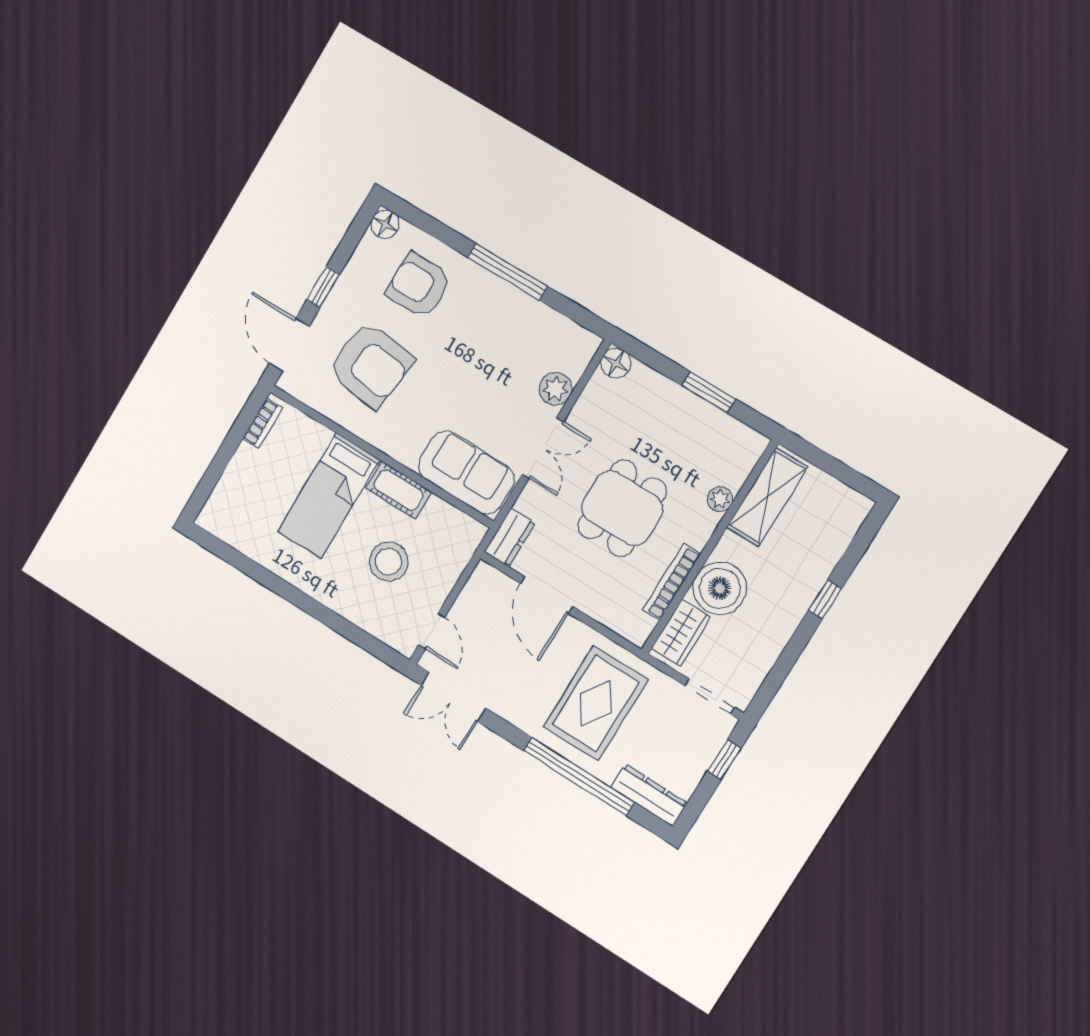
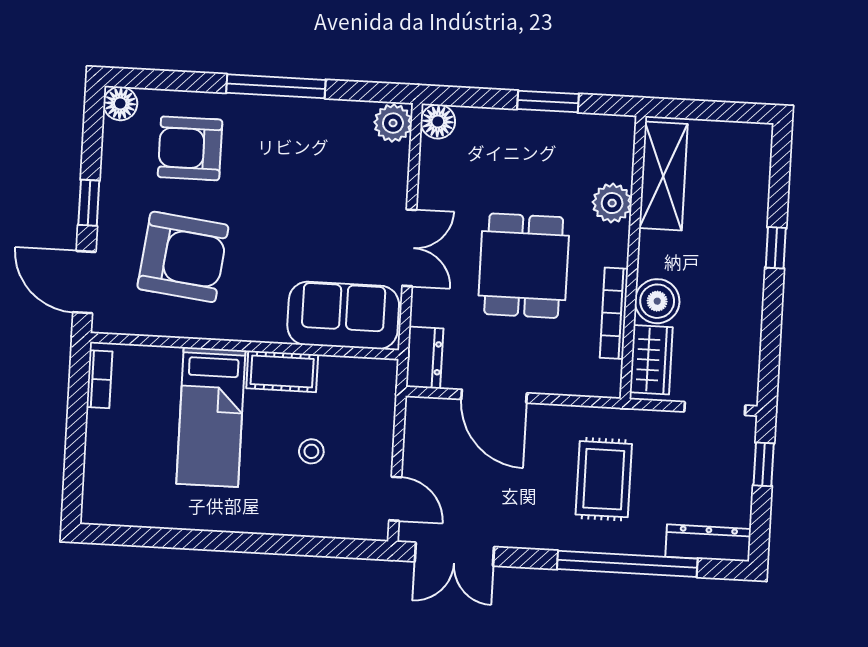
plant: (555, 389) -> (393, 123), moved
plant: (720, 499) -> (612, 203), width x1.38, depth x1.38
stool: (389, 562) -> (311, 451), width x0.53, depth x0.53
boiler: (720, 588) -> (657, 301), width x0.73, depth x0.73
rug: (596, 703) -> (604, 479), width x0.73, depth x0.70

